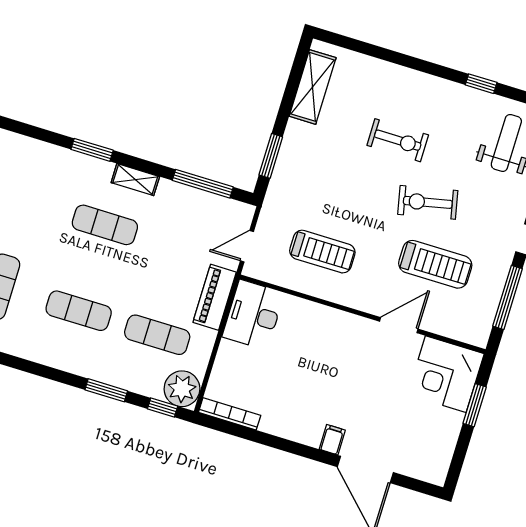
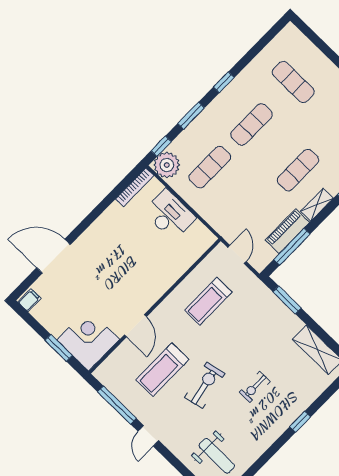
window: (481, 84) -> (300, 422), moved
exercise bike: (398, 140) -> (255, 387), width x0.73, depth x0.72
piano: (215, 297) -> (287, 231), moved, turned -90
desk: (253, 315) -> (169, 215), moved
window: (44, 371) -> (224, 82), added
filing cabinet: (332, 440) -> (29, 300), moved, turned -90

